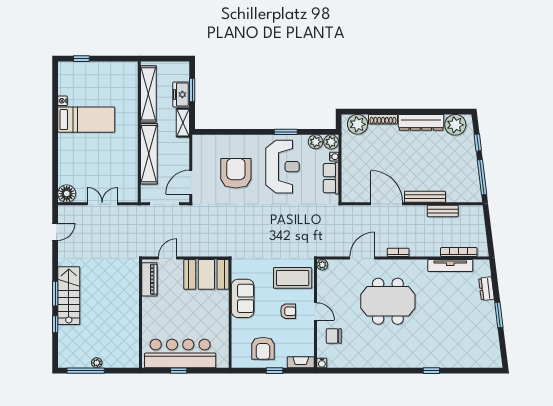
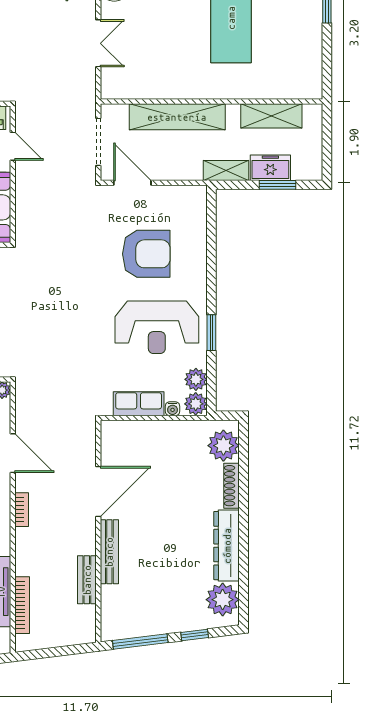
shelving: (148, 94) -> (271, 116), width x0.68

